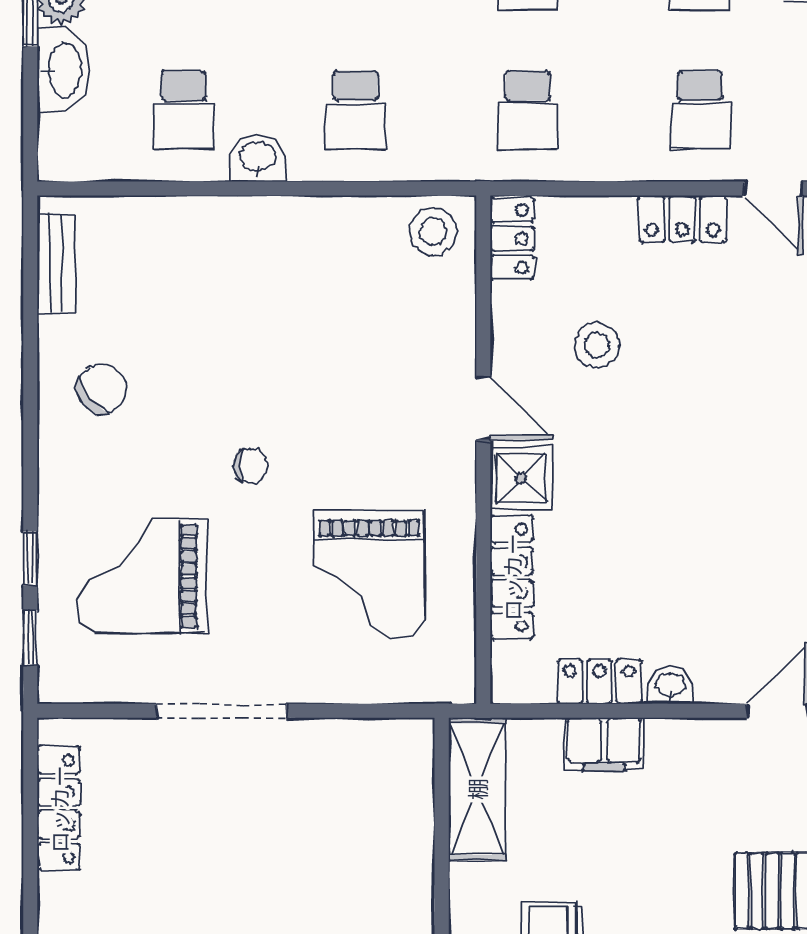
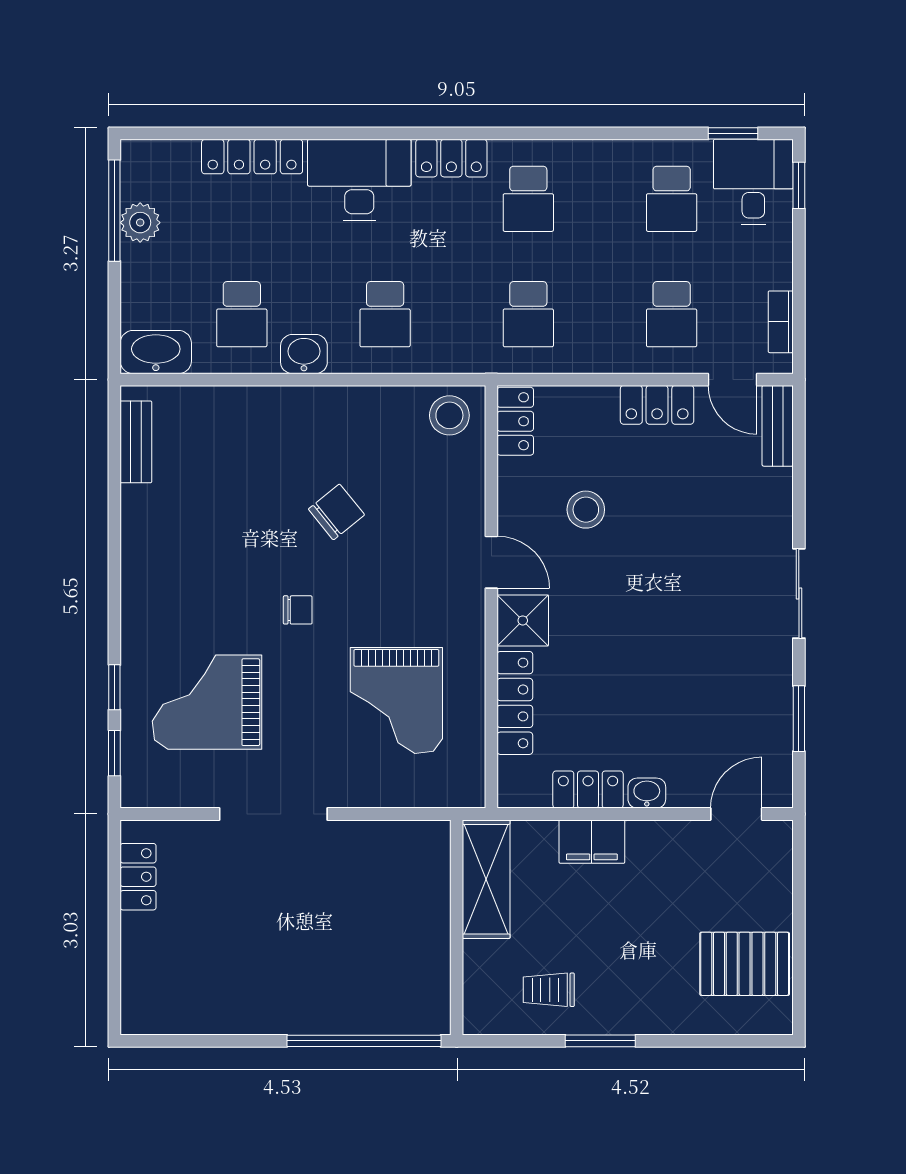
washbasin: (63, 70) -> (156, 352), moved, turned -90
chair: (102, 389) -> (336, 512), moved
locker: (59, 809) -> (138, 877), width x0.66

